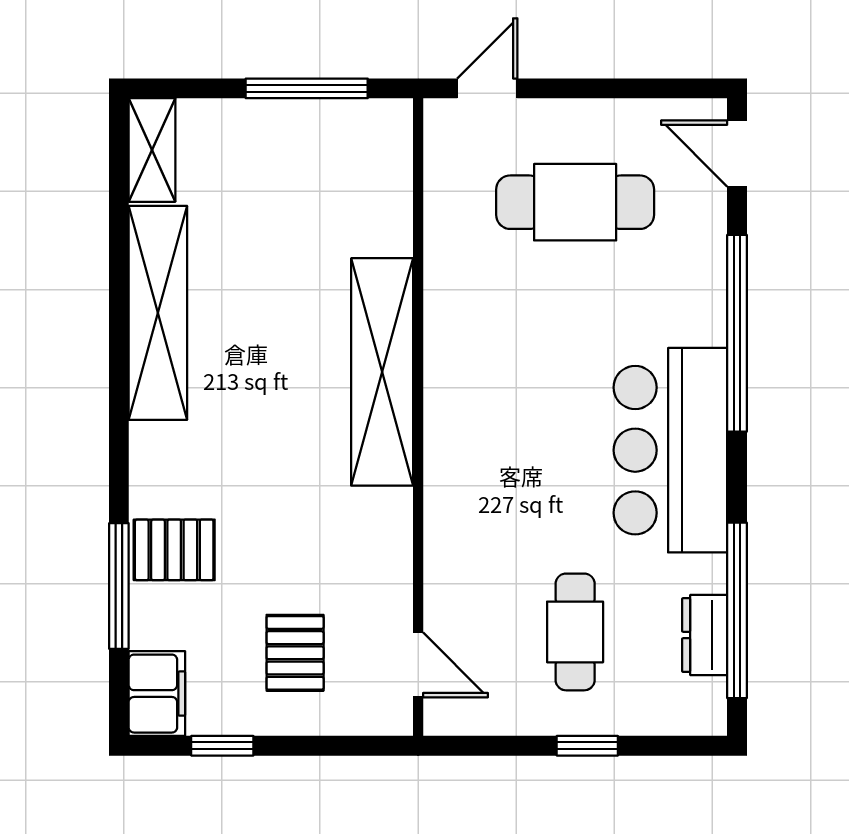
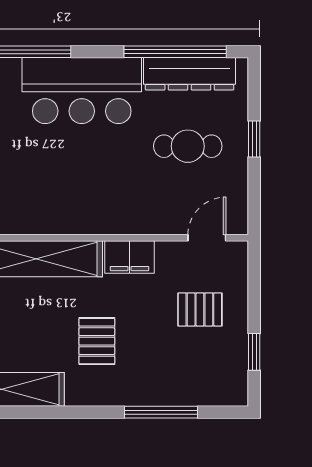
pallet: (174, 550) -> (97, 341), moved
dresser: (705, 635) -> (190, 74), width x1.96, depth x1.24
filing cabinet: (157, 694) -> (129, 257), moved, turned 180

